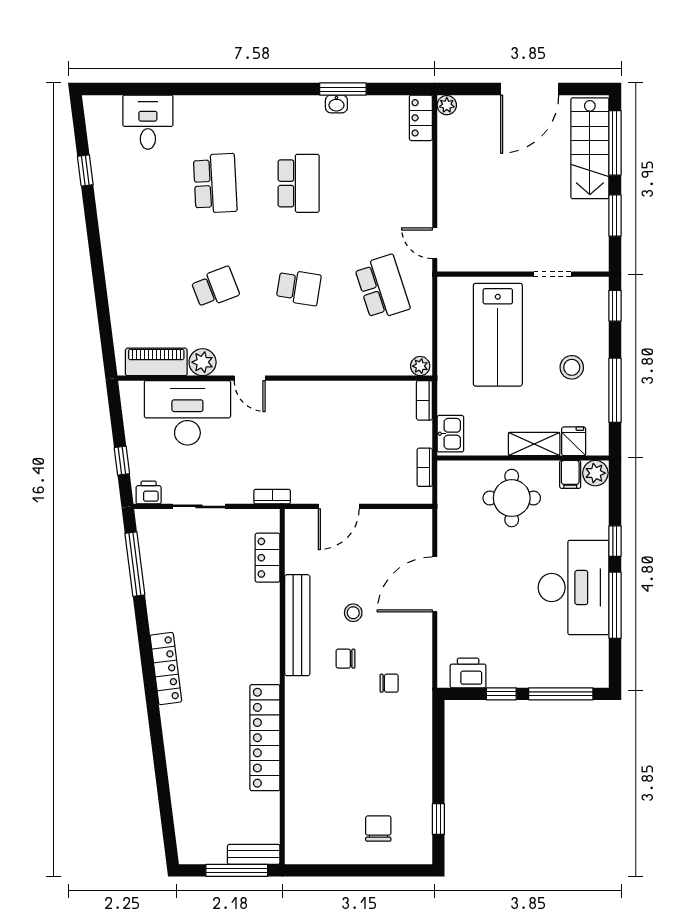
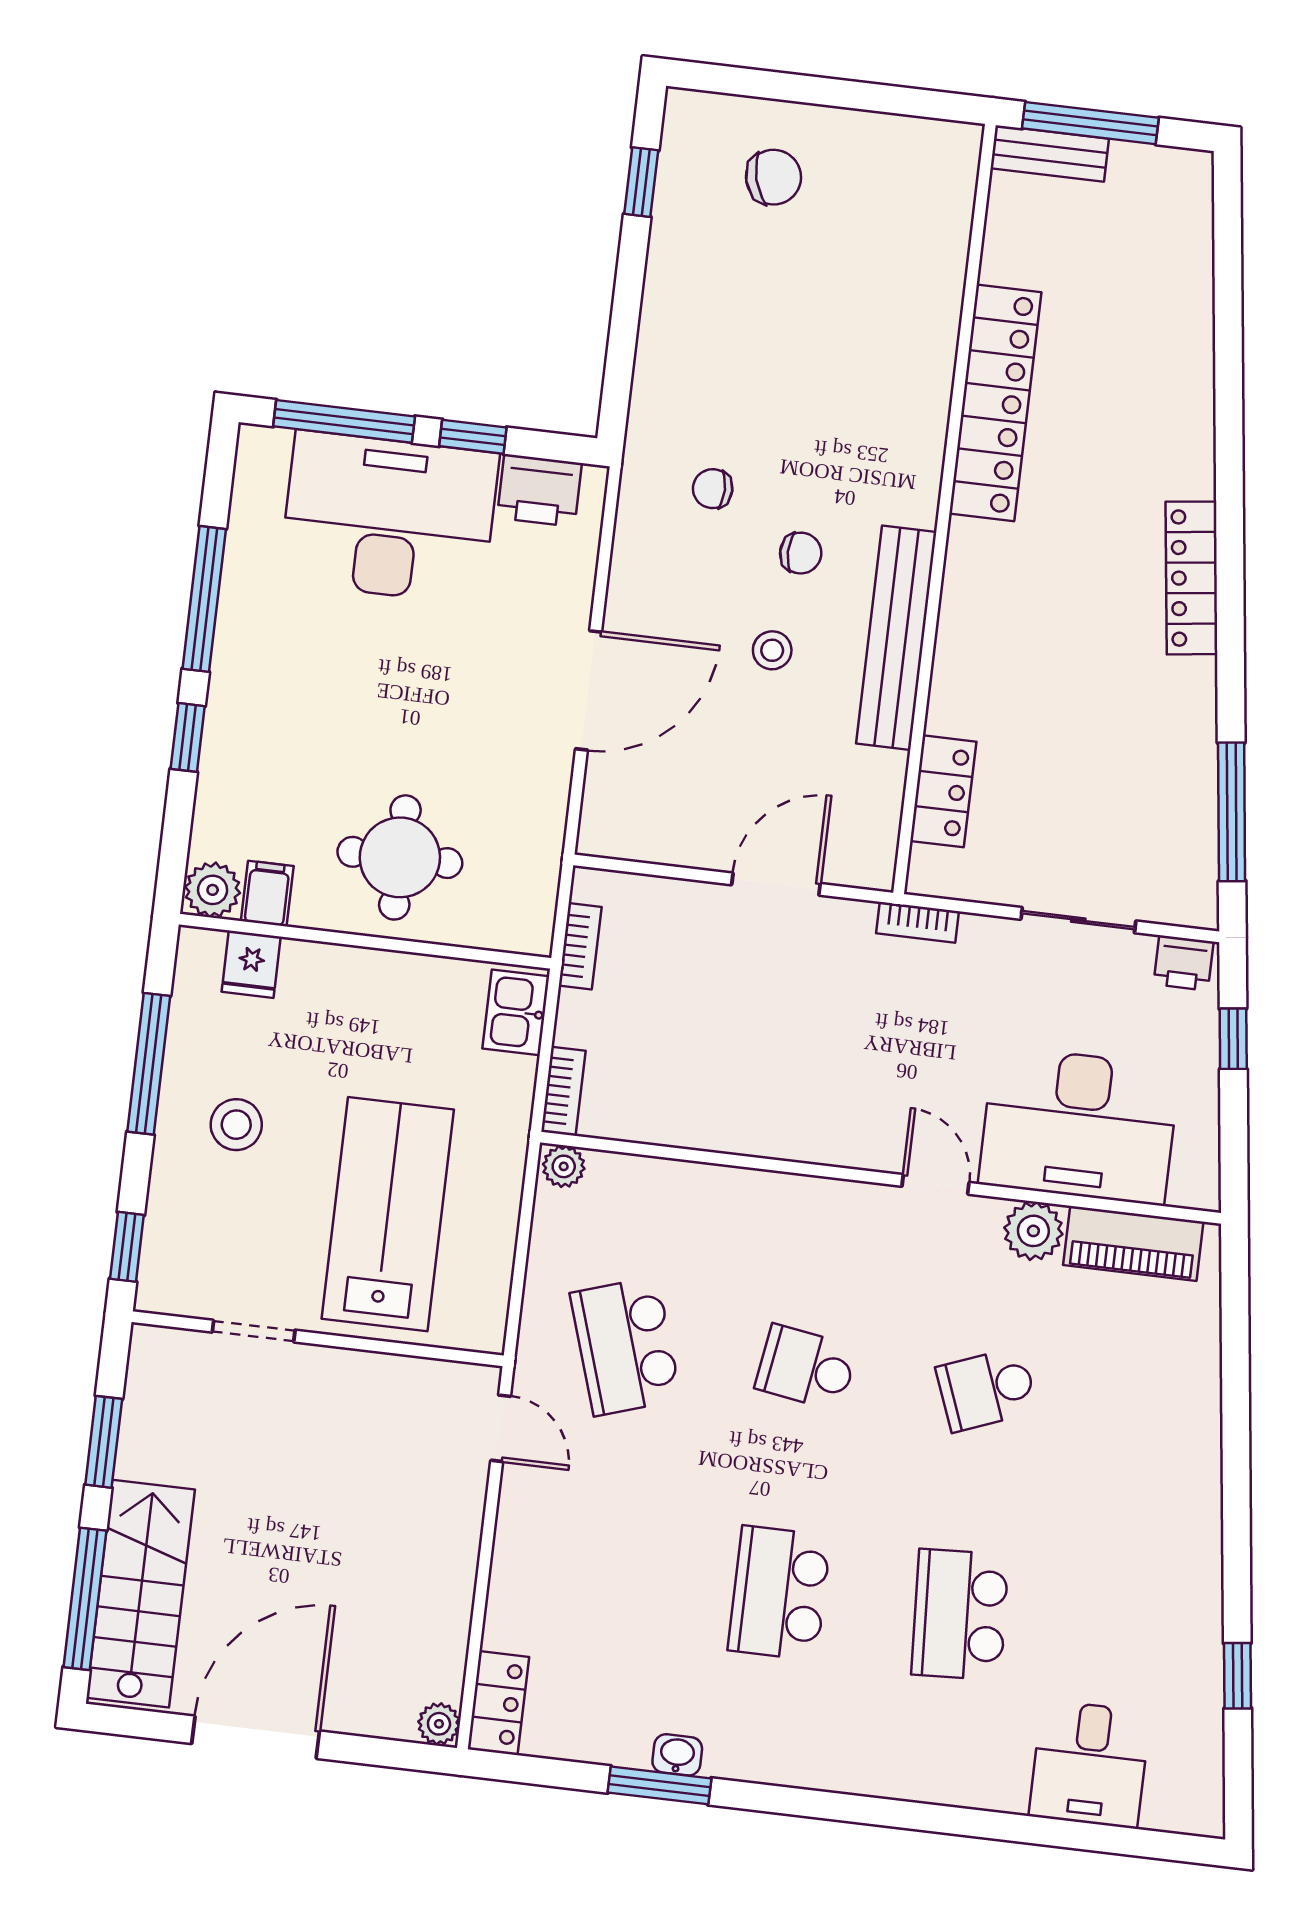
shelving: (534, 444) -> (338, 969), removed
desk: (574, 588) -> (389, 518), moved, turned 90
chair: (378, 829) -> (773, 177), turned -105

